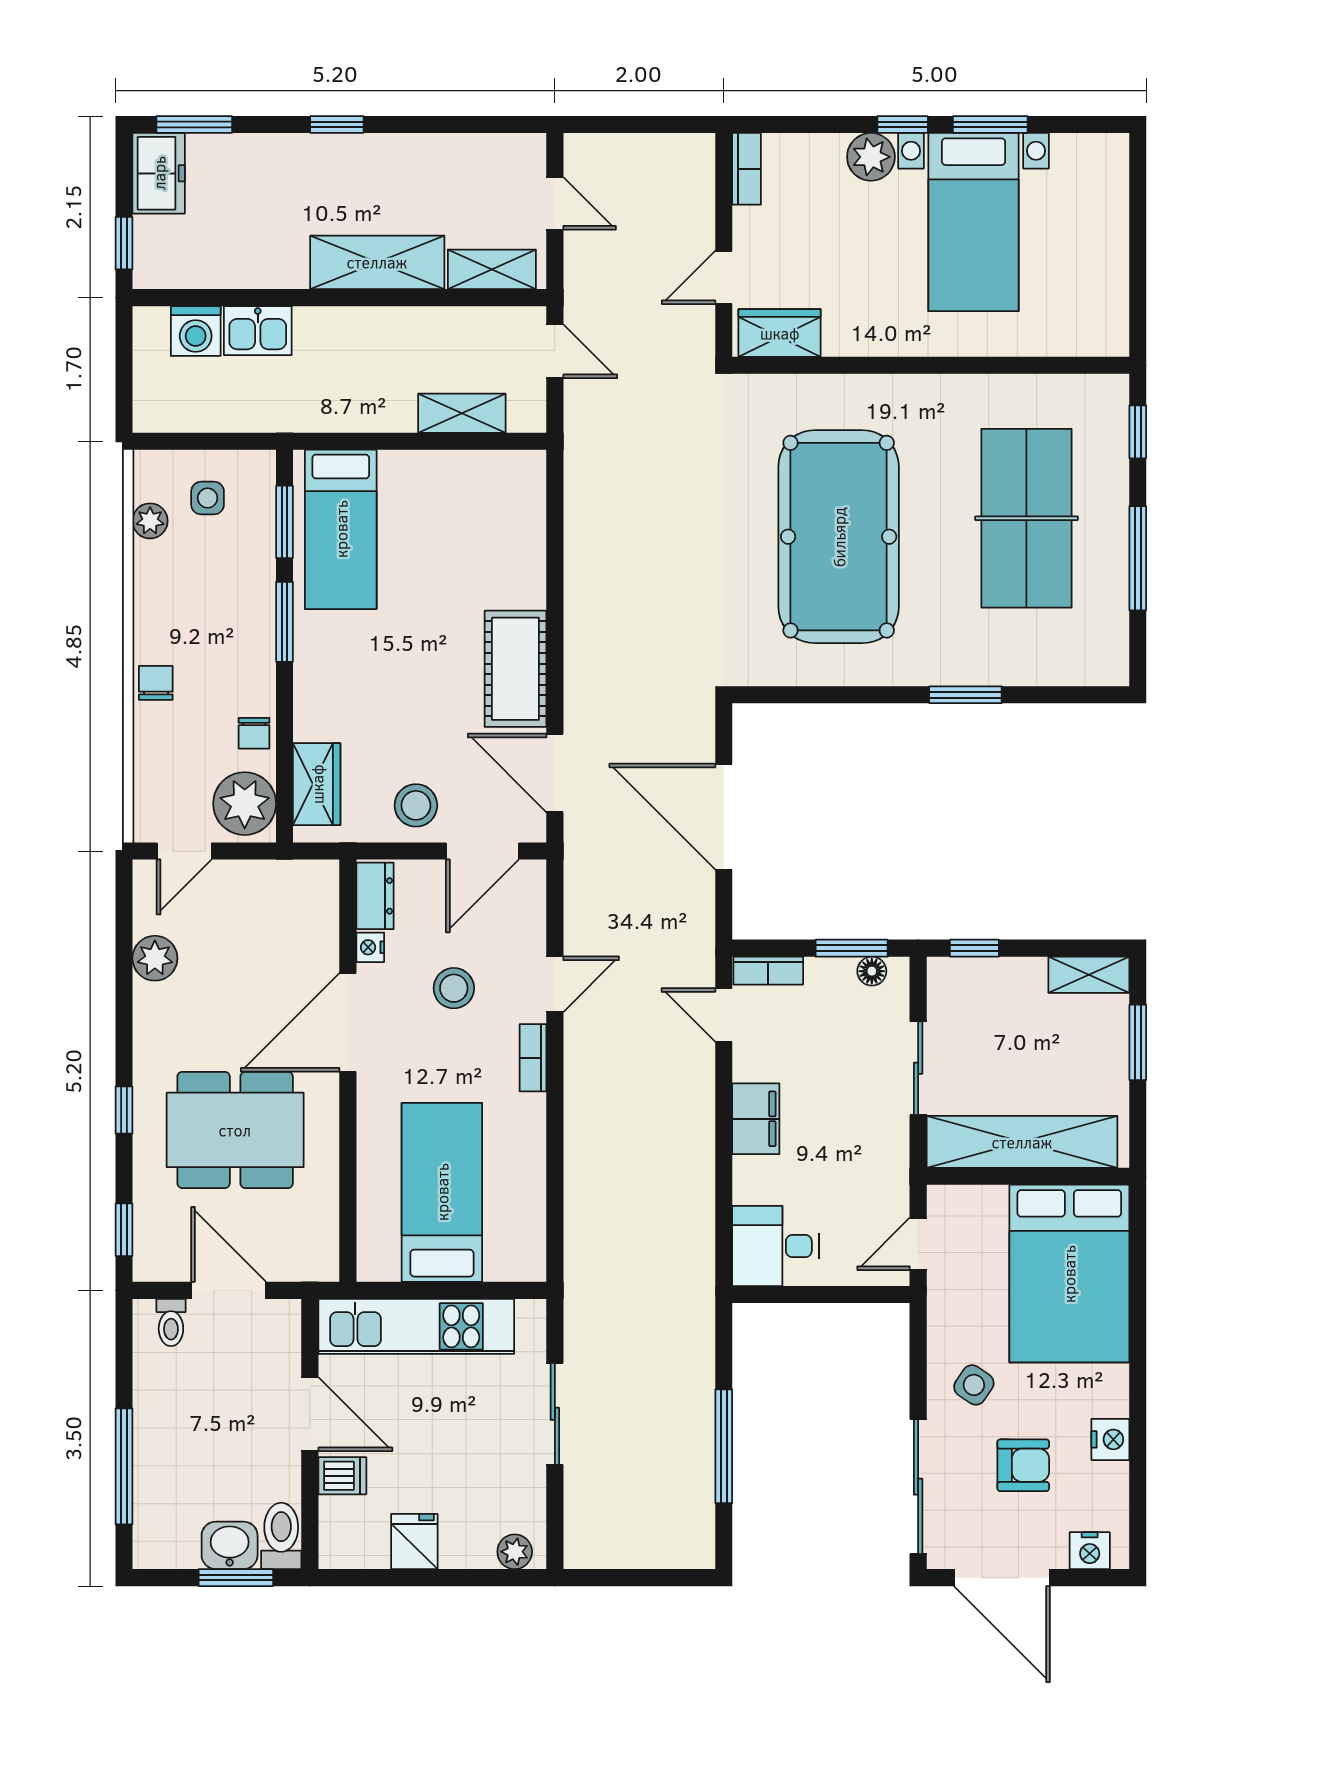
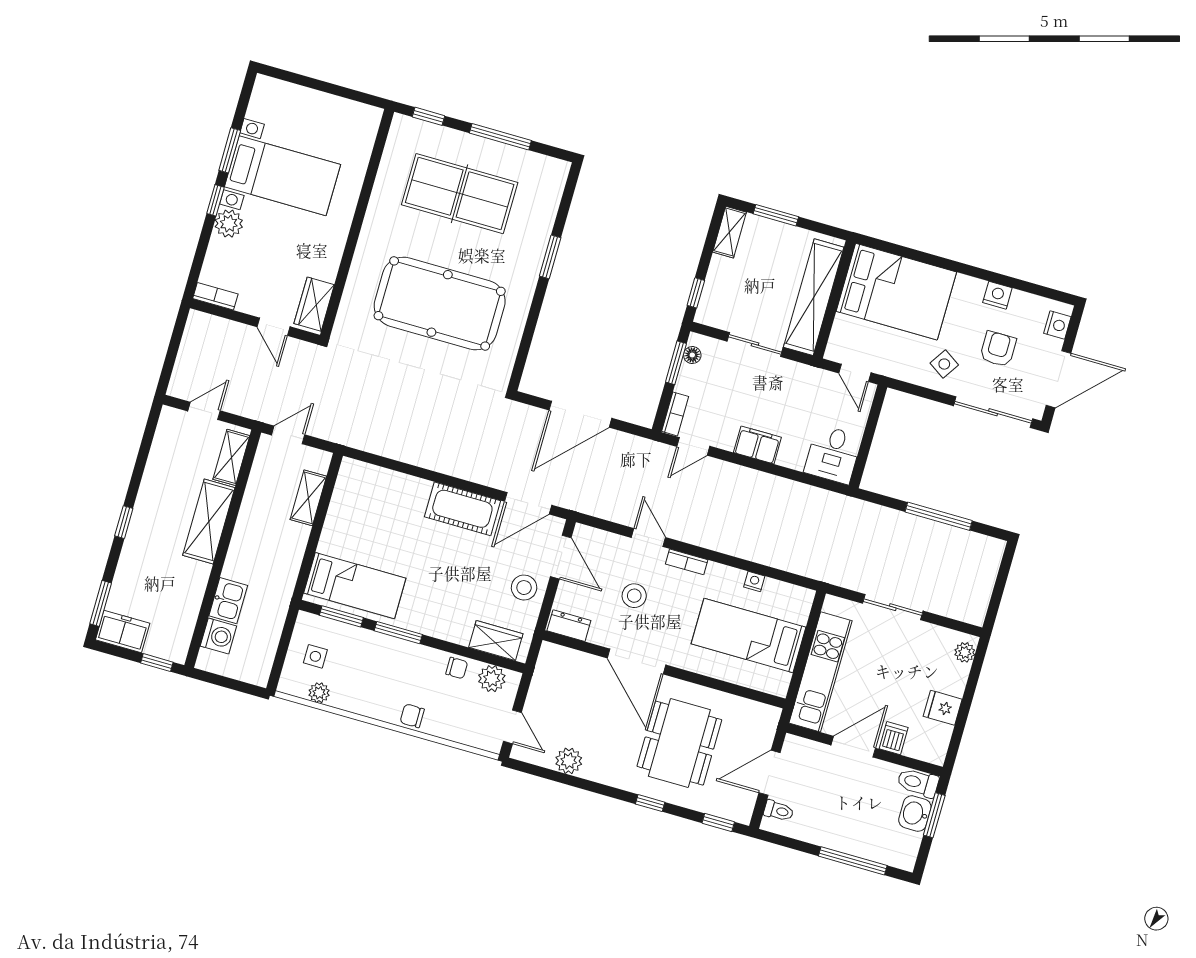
plant: (245, 804) -> (492, 679), width x0.73, depth x0.73
nightstand: (370, 947) -> (754, 581), moved, turned 180

